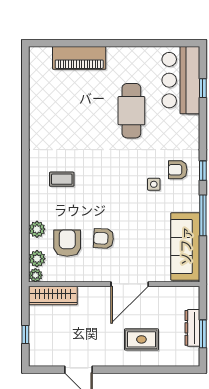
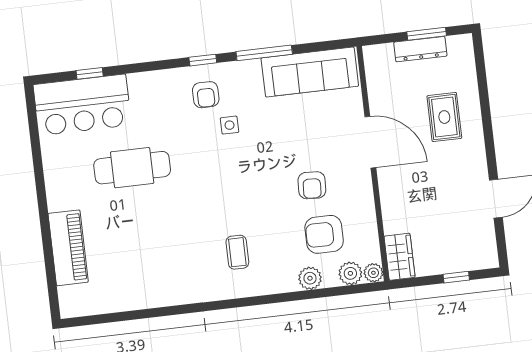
wardrobe: (53, 295) -> (400, 257), width x0.67

